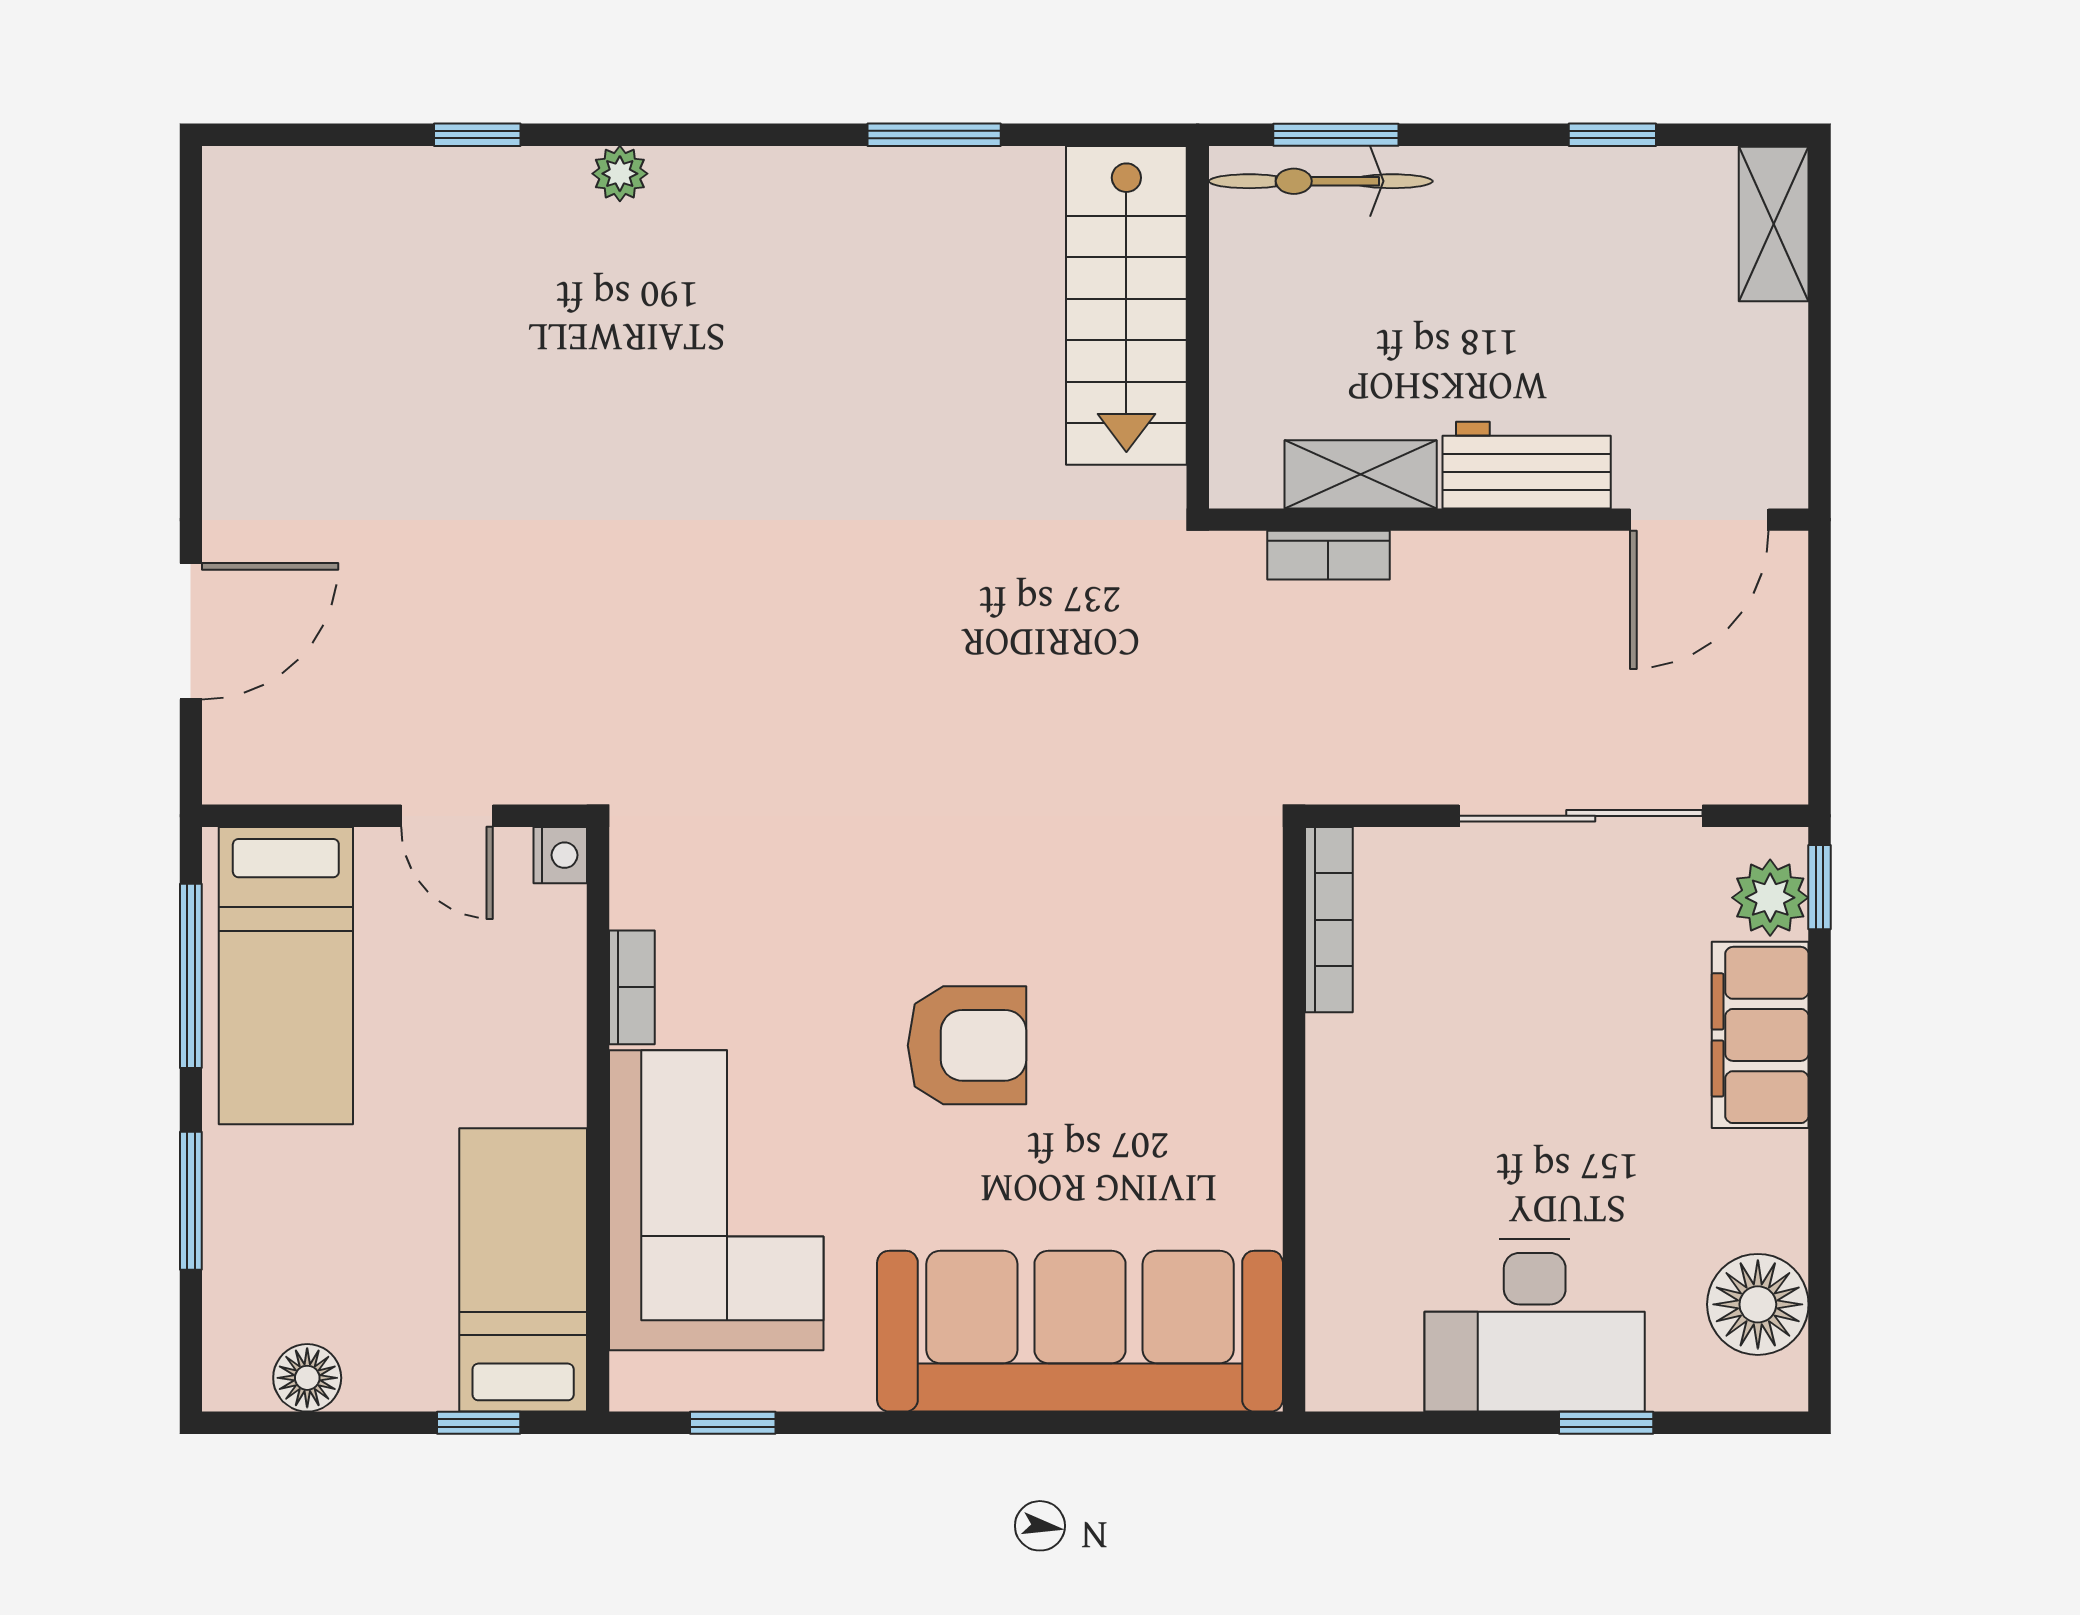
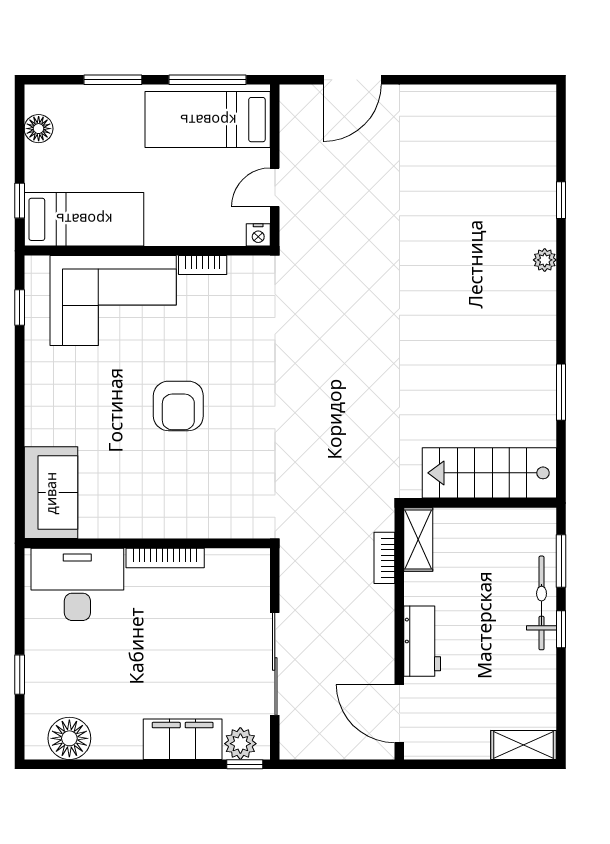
window: (1612, 135) -> (561, 629), moved
bicycle: (1321, 181) -> (542, 603), moved
shelving: (1361, 474) -> (418, 539), moved
door: (191, 631) -> (352, 80), hinge flipped
bookcase: (1329, 920) -> (165, 558), moved
desk: (1535, 1325) -> (77, 584), moved, turned 90
sofa: (1080, 1331) -> (51, 493), width x0.54, depth x0.79

